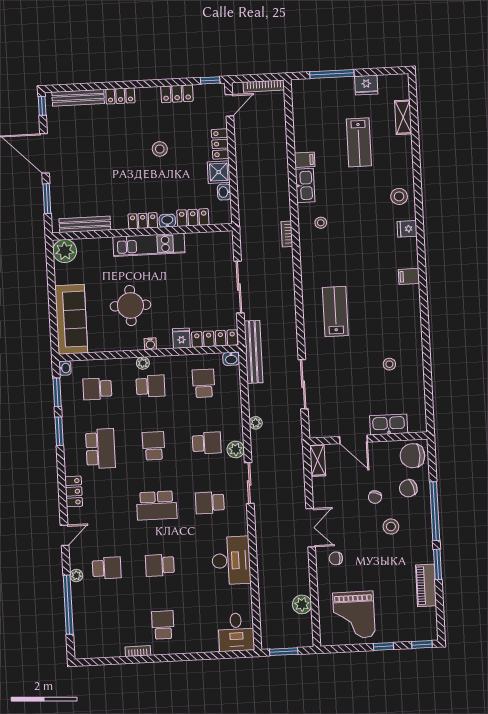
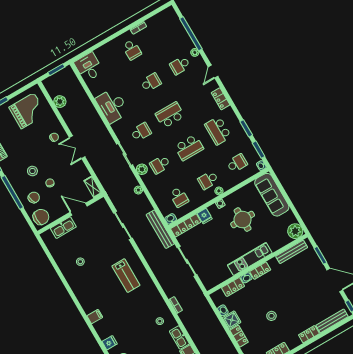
school desk: (154, 446) -> (189, 148), width x1.85
grand piano: (354, 615) -> (28, 111), turned 90

